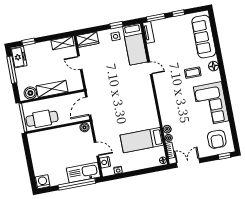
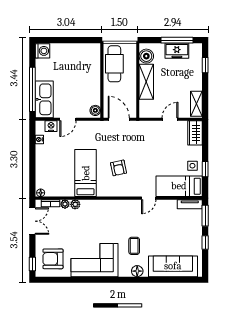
freezer: (19, 57) -> (177, 51), moved
armchair: (129, 98) -> (119, 168), added
bed: (142, 140) -> (86, 173), moved

